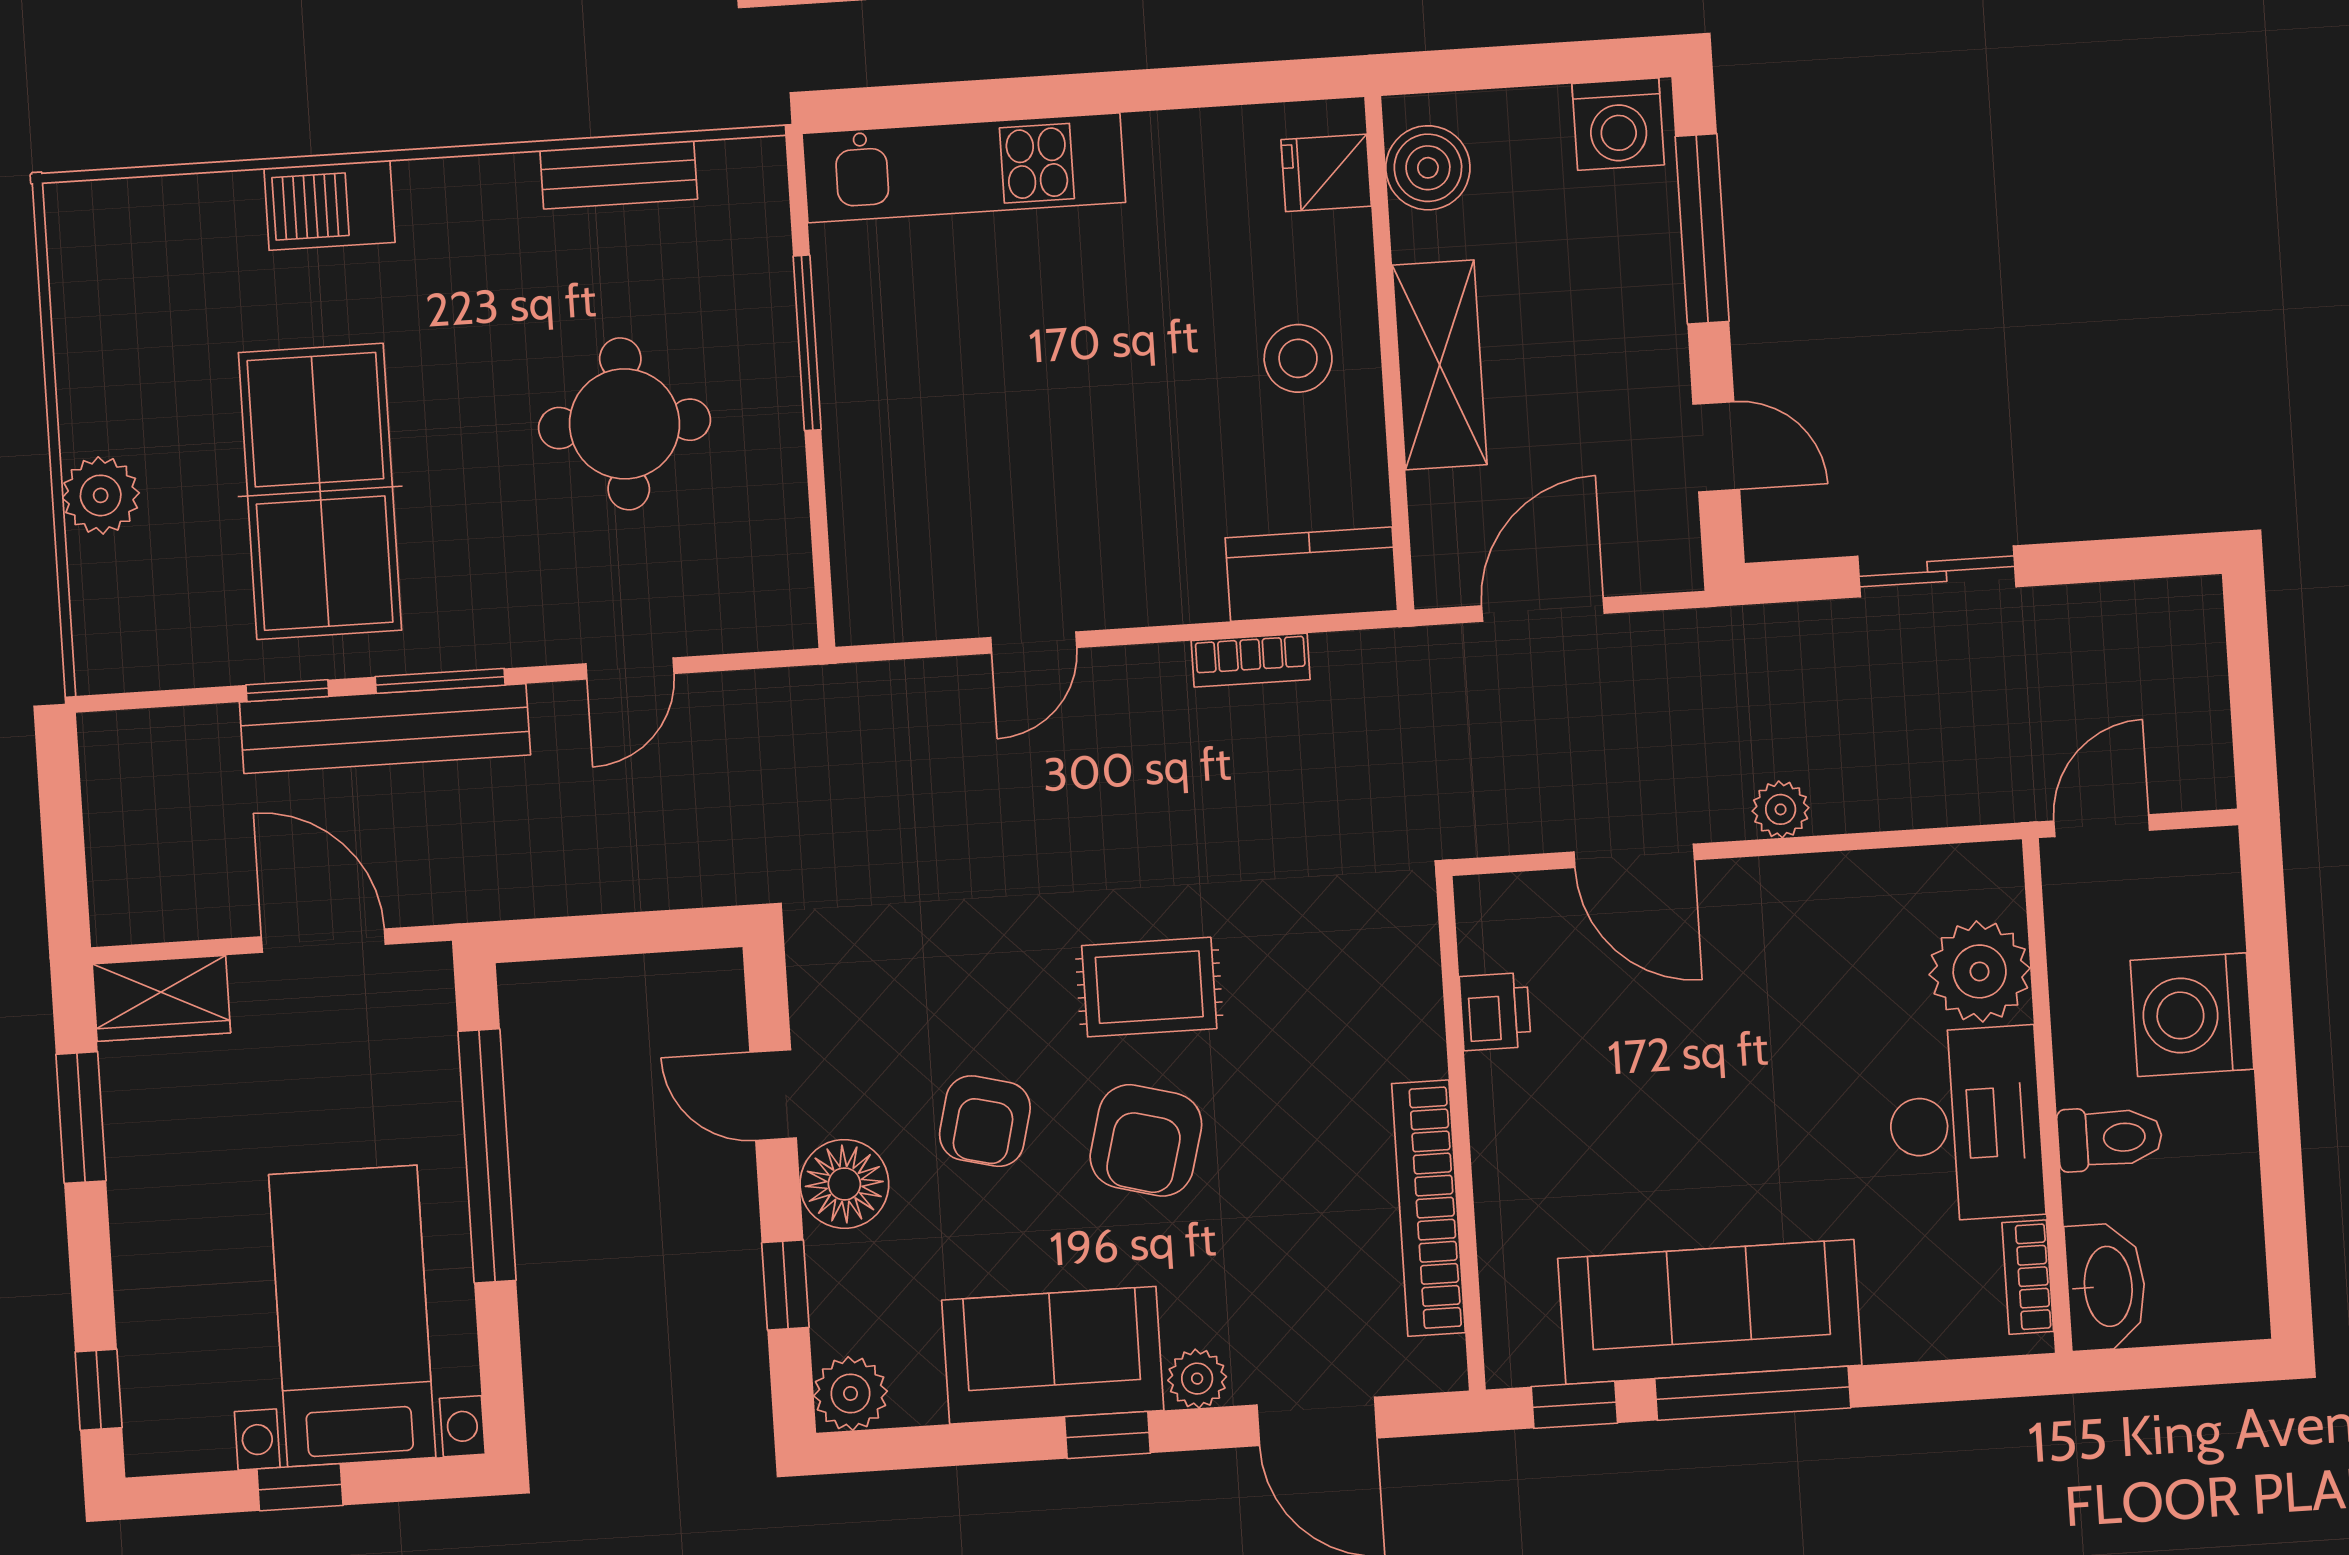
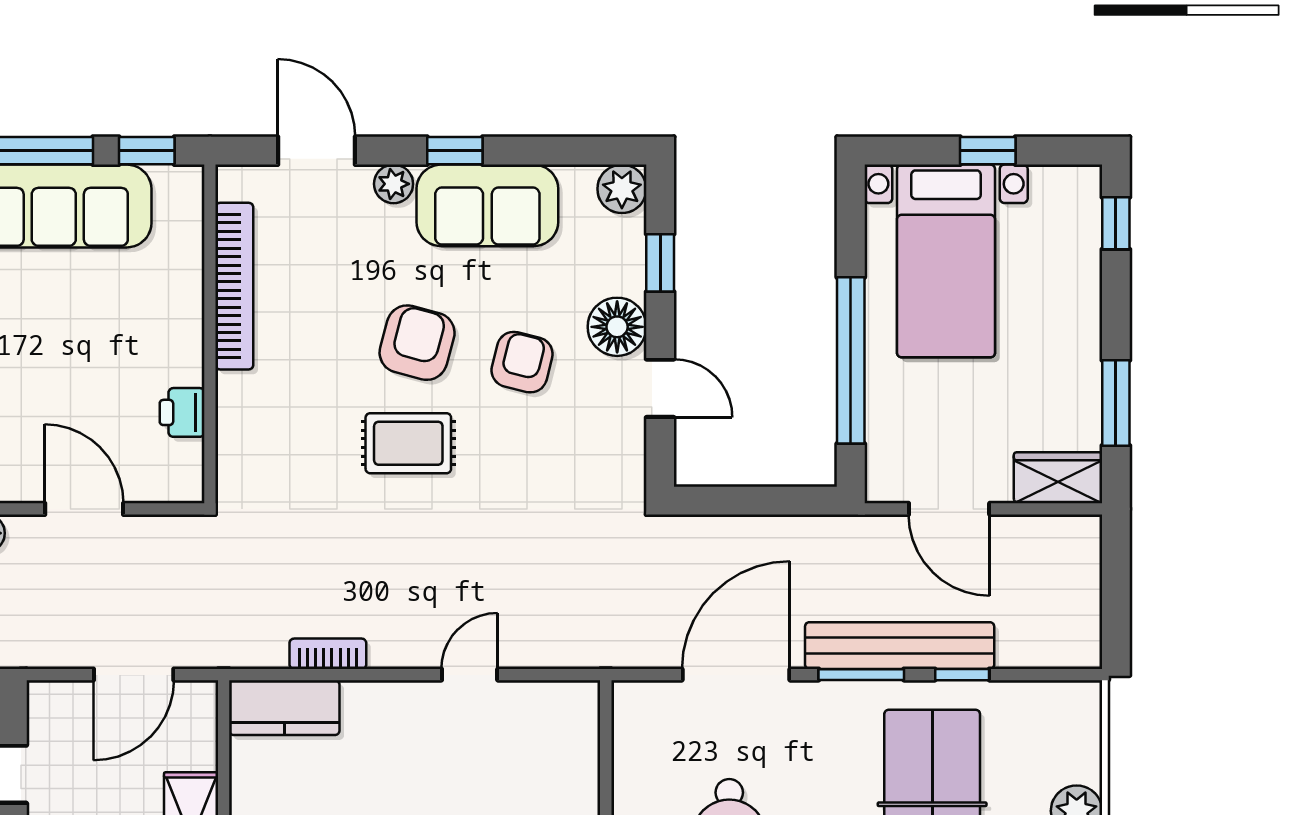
door: (630, 669) -> (736, 675), width x1.87

